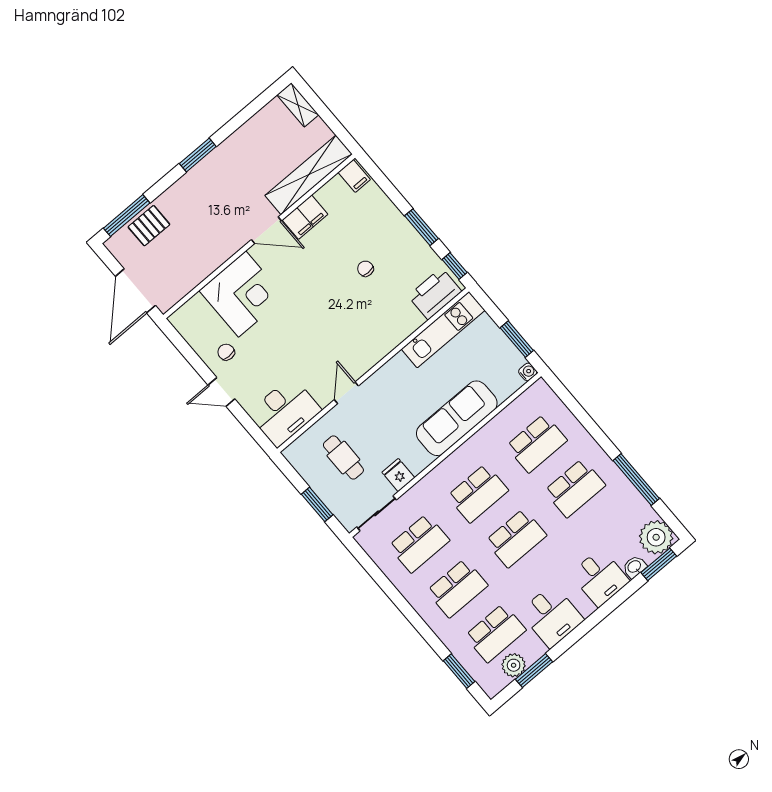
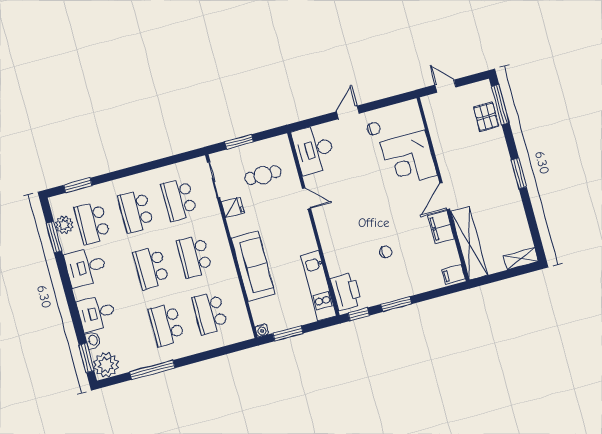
door: (135, 291) -> (446, 86), width x0.53

